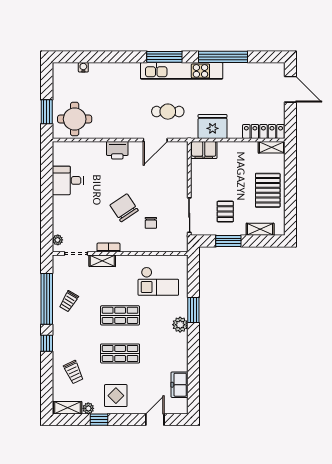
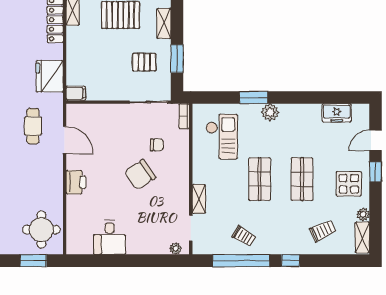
filing cabinet: (204, 150) -> (76, 93), width x0.50
bookcase: (108, 248) -> (184, 116), moved
window: (99, 420) -> (375, 172), moved
door: (155, 420) -> (375, 140), hinge flipped

